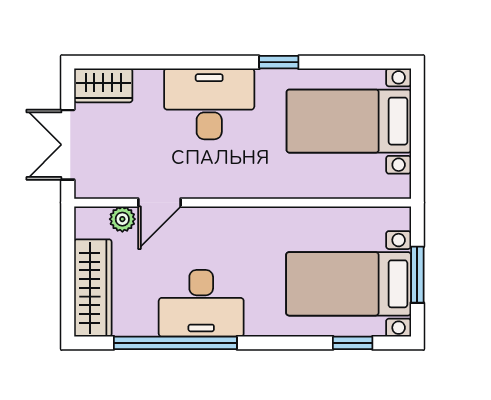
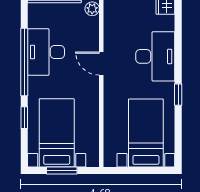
door: (159, 203) -> (101, 63), moved
window: (175, 343) -> (24, 62), moved
window: (353, 343) -> (24, 118), moved

